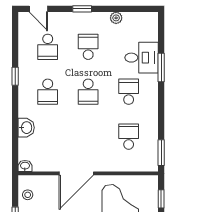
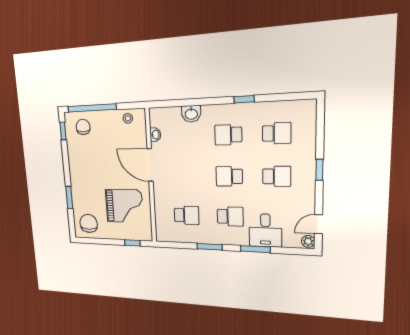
door: (38, 9) -> (319, 224), moved
plant: (116, 18) -> (308, 241), moved
school desk: (48, 47) -> (277, 133), turned 180
window: (161, 153) -> (209, 247), moved
washbasin: (25, 166) -> (155, 135), moved

